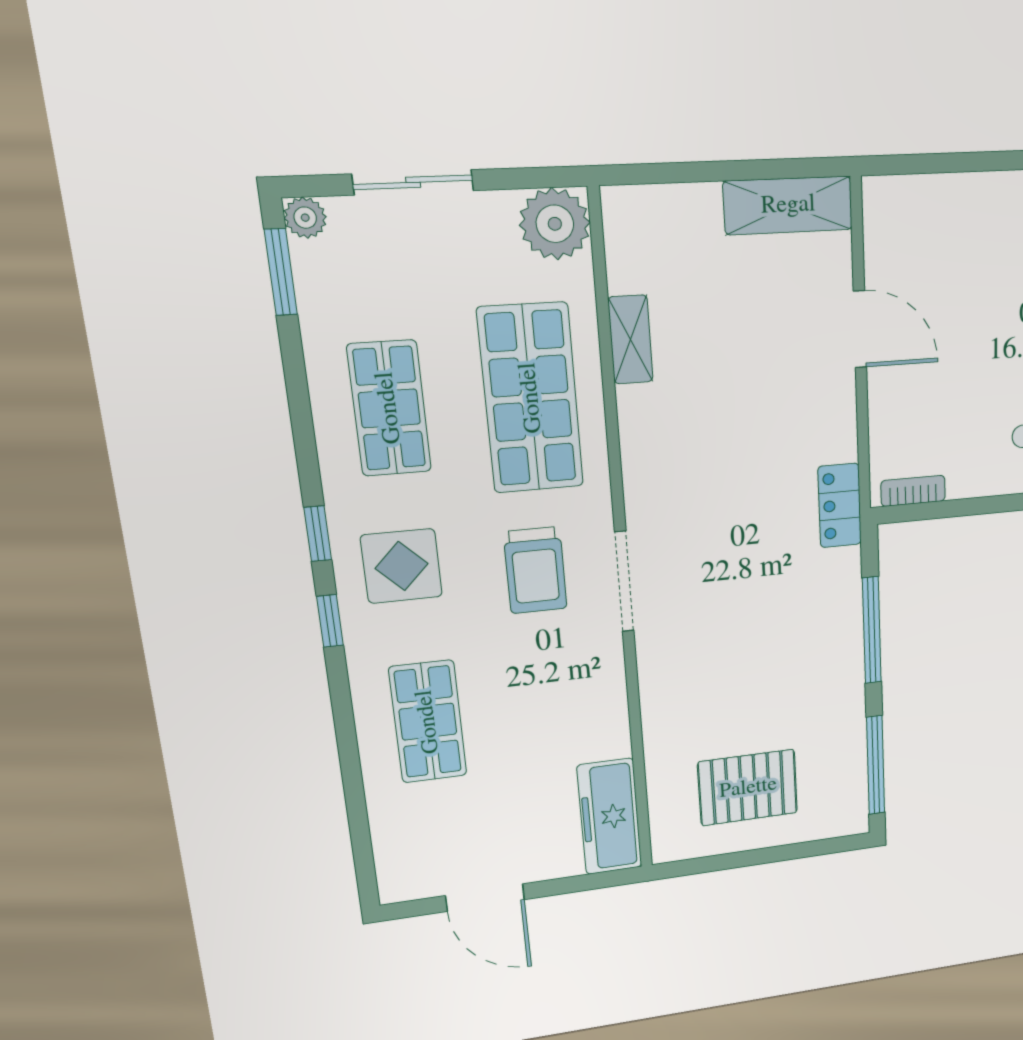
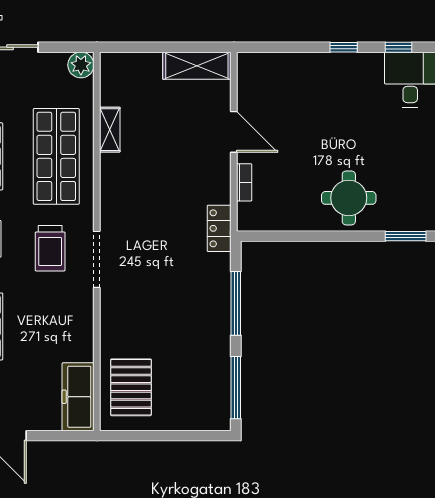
plant: (555, 224) -> (81, 65), width x0.73, depth x0.73
bookcase: (913, 491) -> (244, 182), moved, turned 90
pallet: (748, 788) -> (131, 387), moved, turned 90

